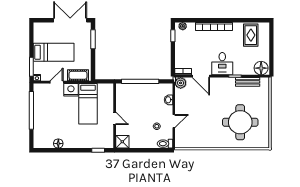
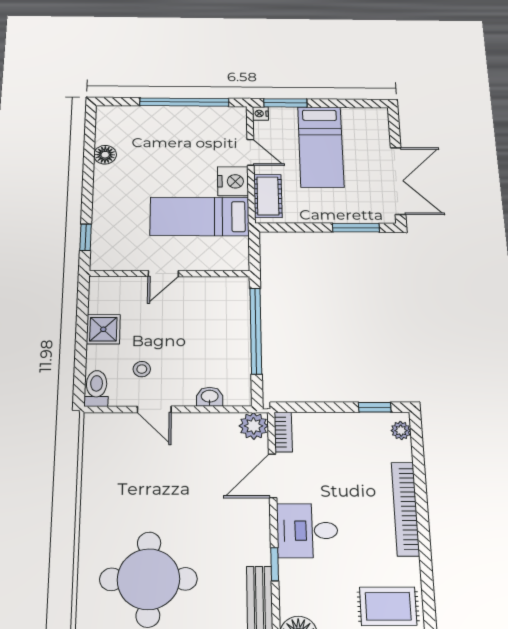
shower: (122, 142) -> (103, 329), moved

